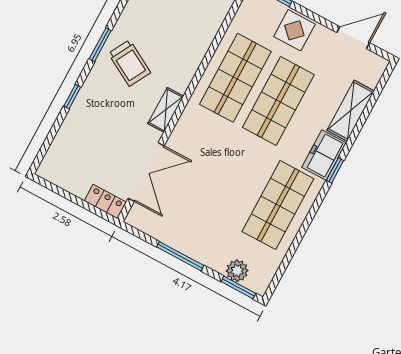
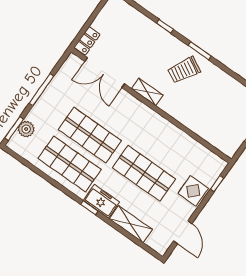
shop shelf: (235, 78) -> (90, 135), moved

